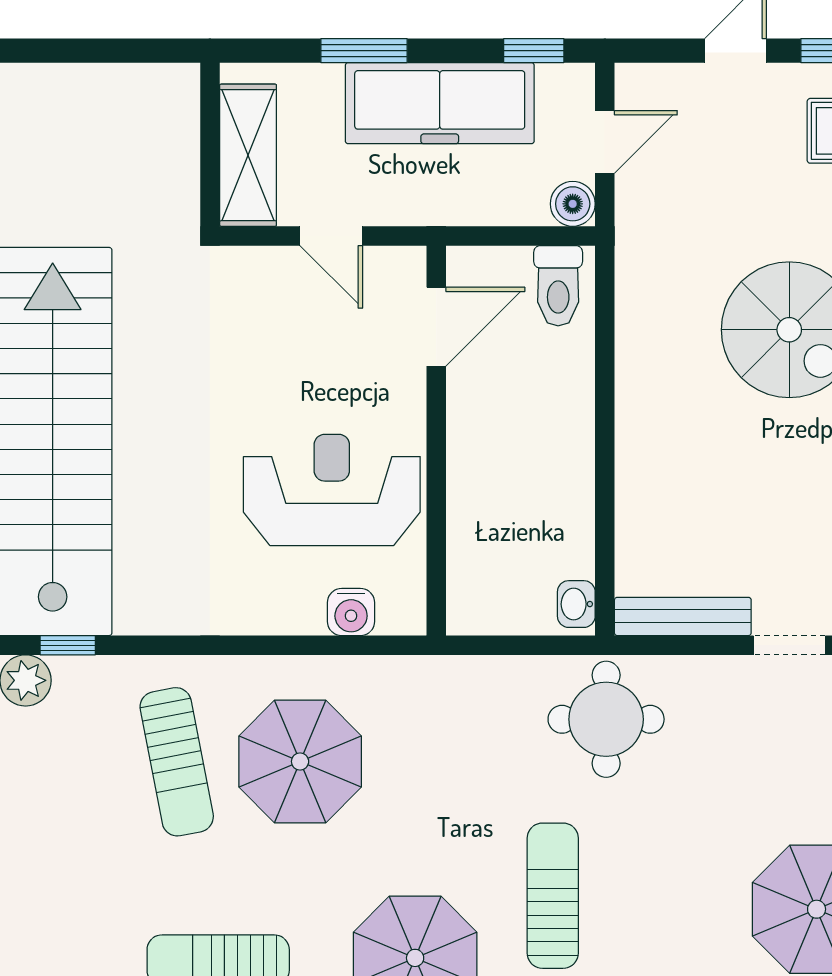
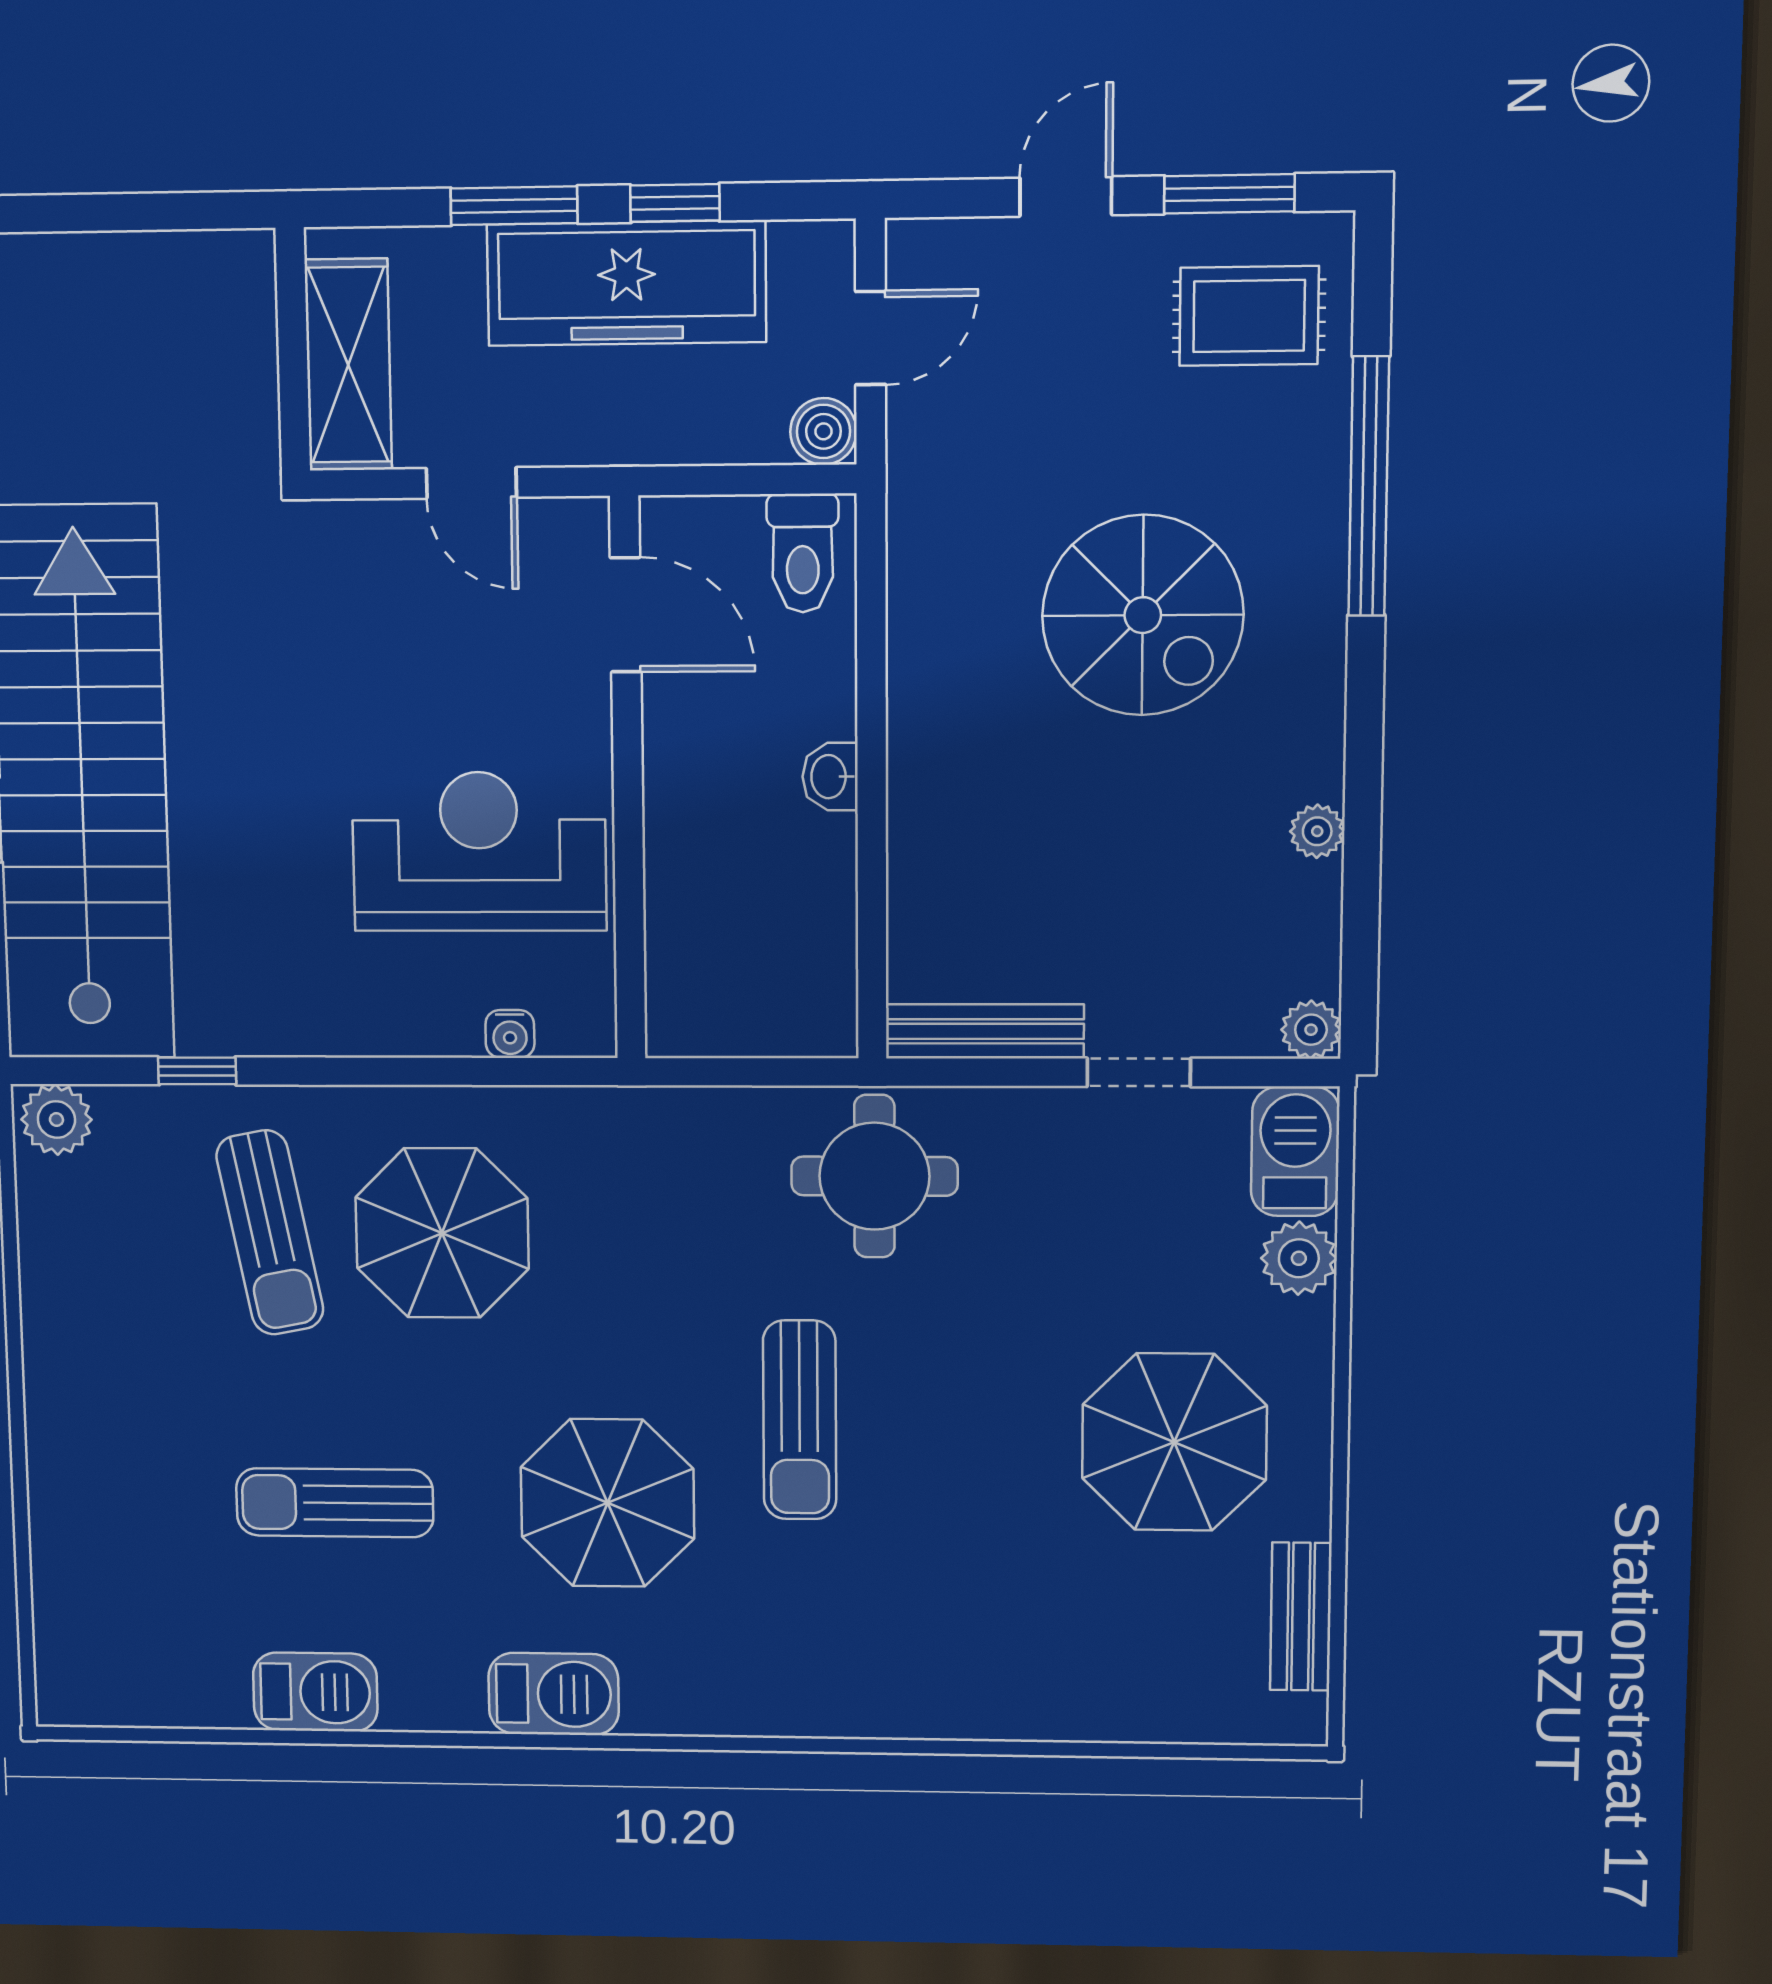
window: (534, 51) -> (675, 203), moved
door: (436, 327) -> (626, 615), hinge flipped
washbasin: (576, 604) -> (830, 777), moved
water cooler: (351, 612) -> (510, 1034), width x0.72, depth x0.72
window: (68, 645) -> (197, 1071), moved
sun lounger: (553, 896) -> (800, 1420), turned 180

